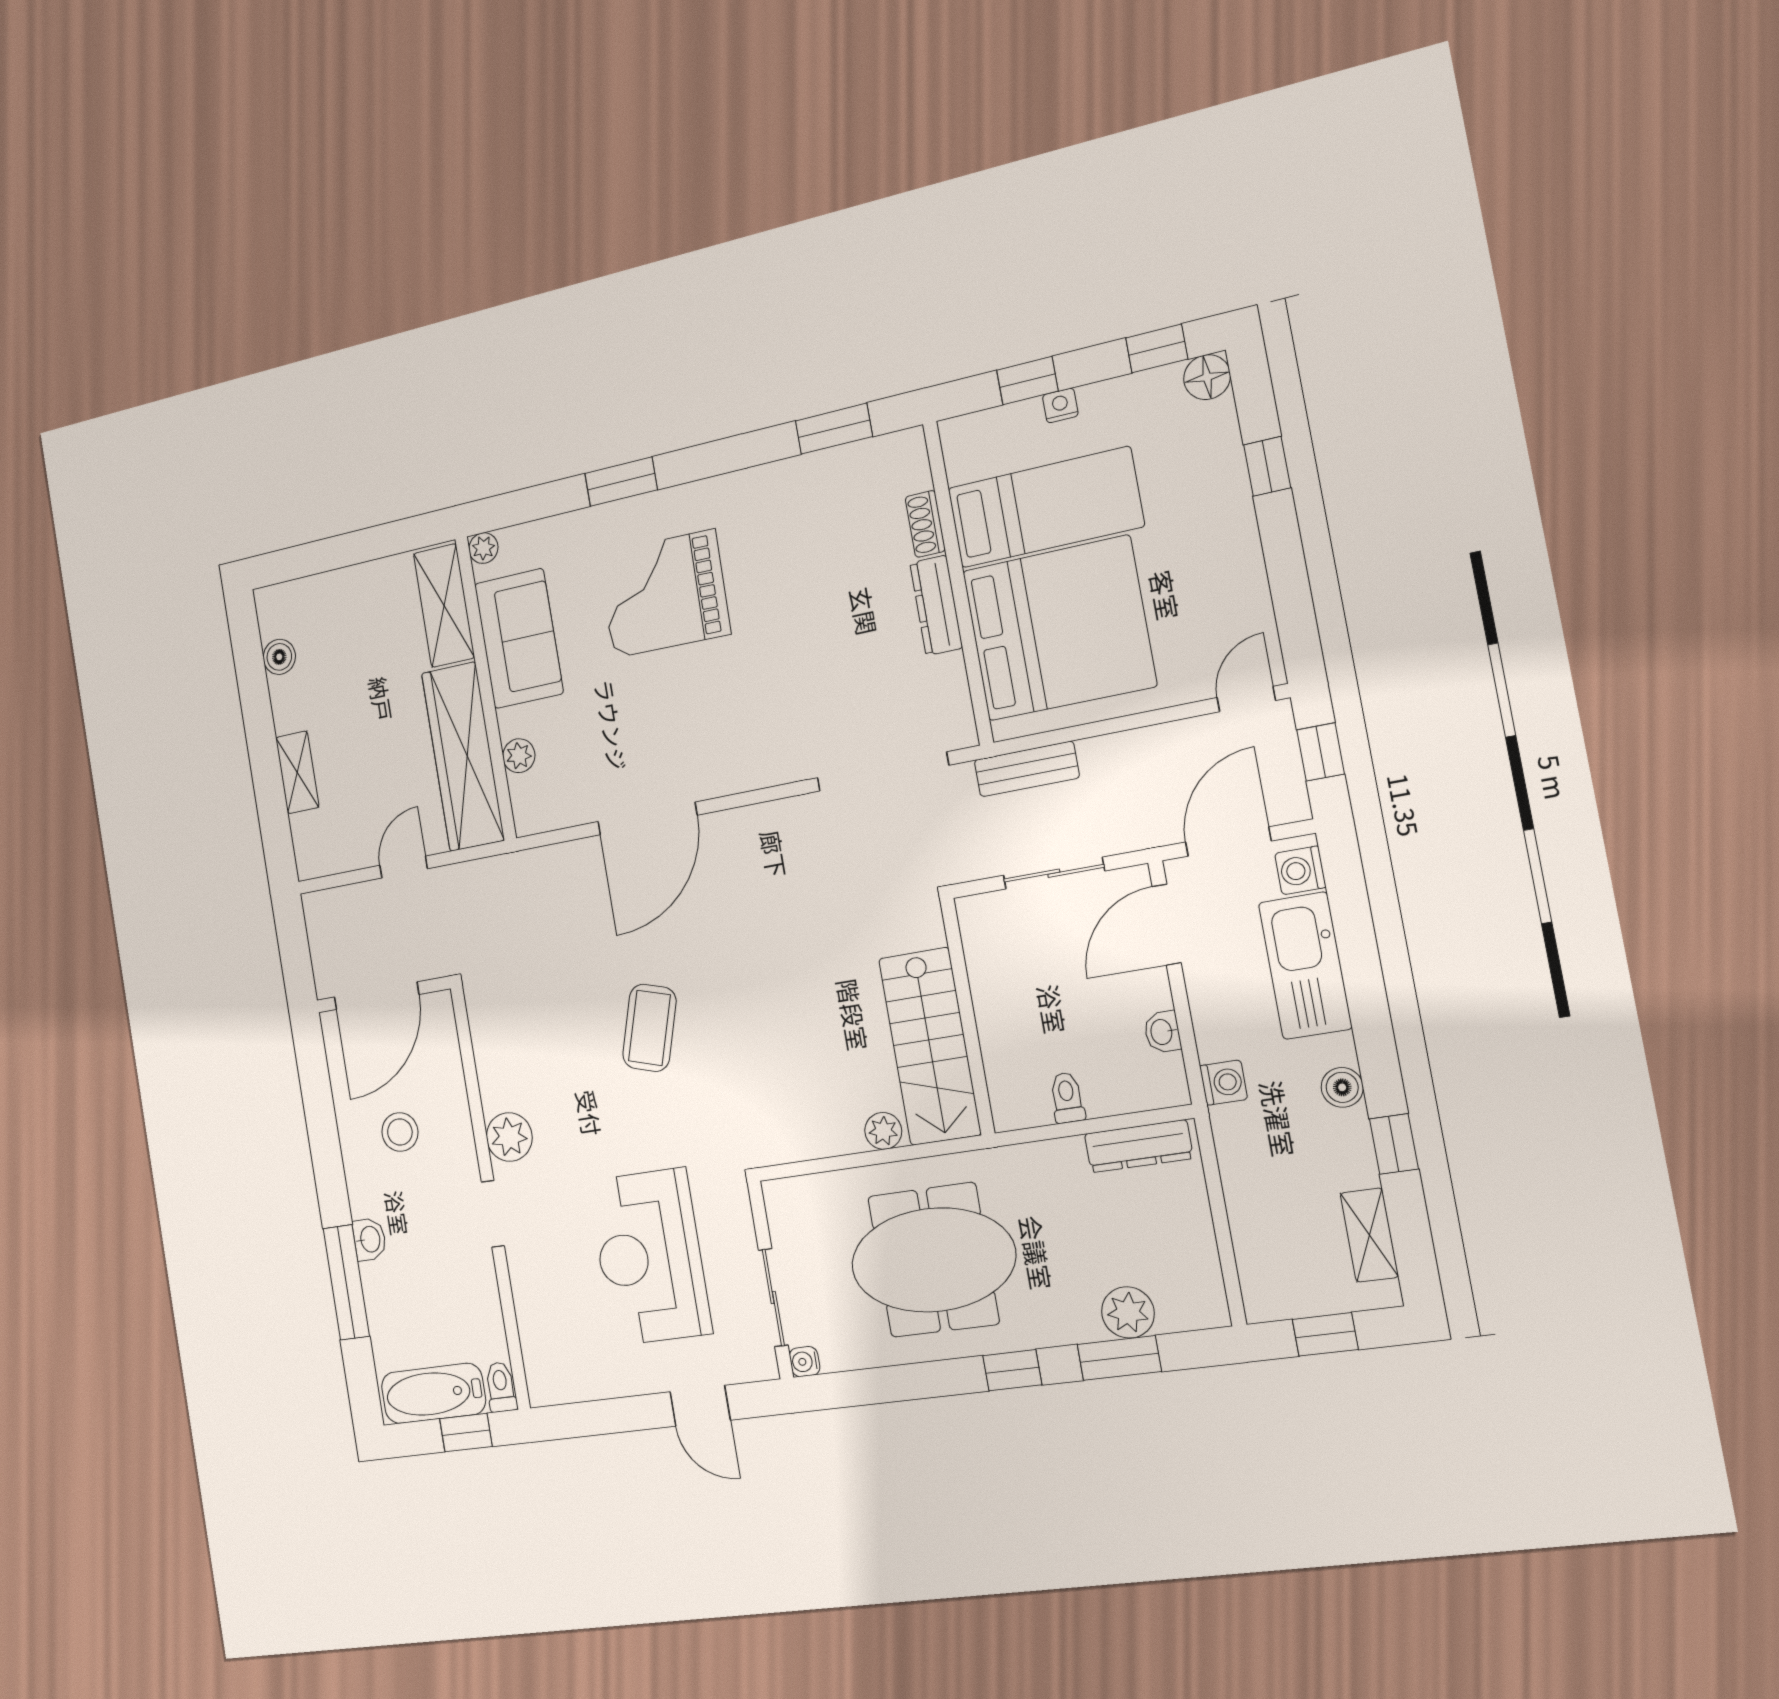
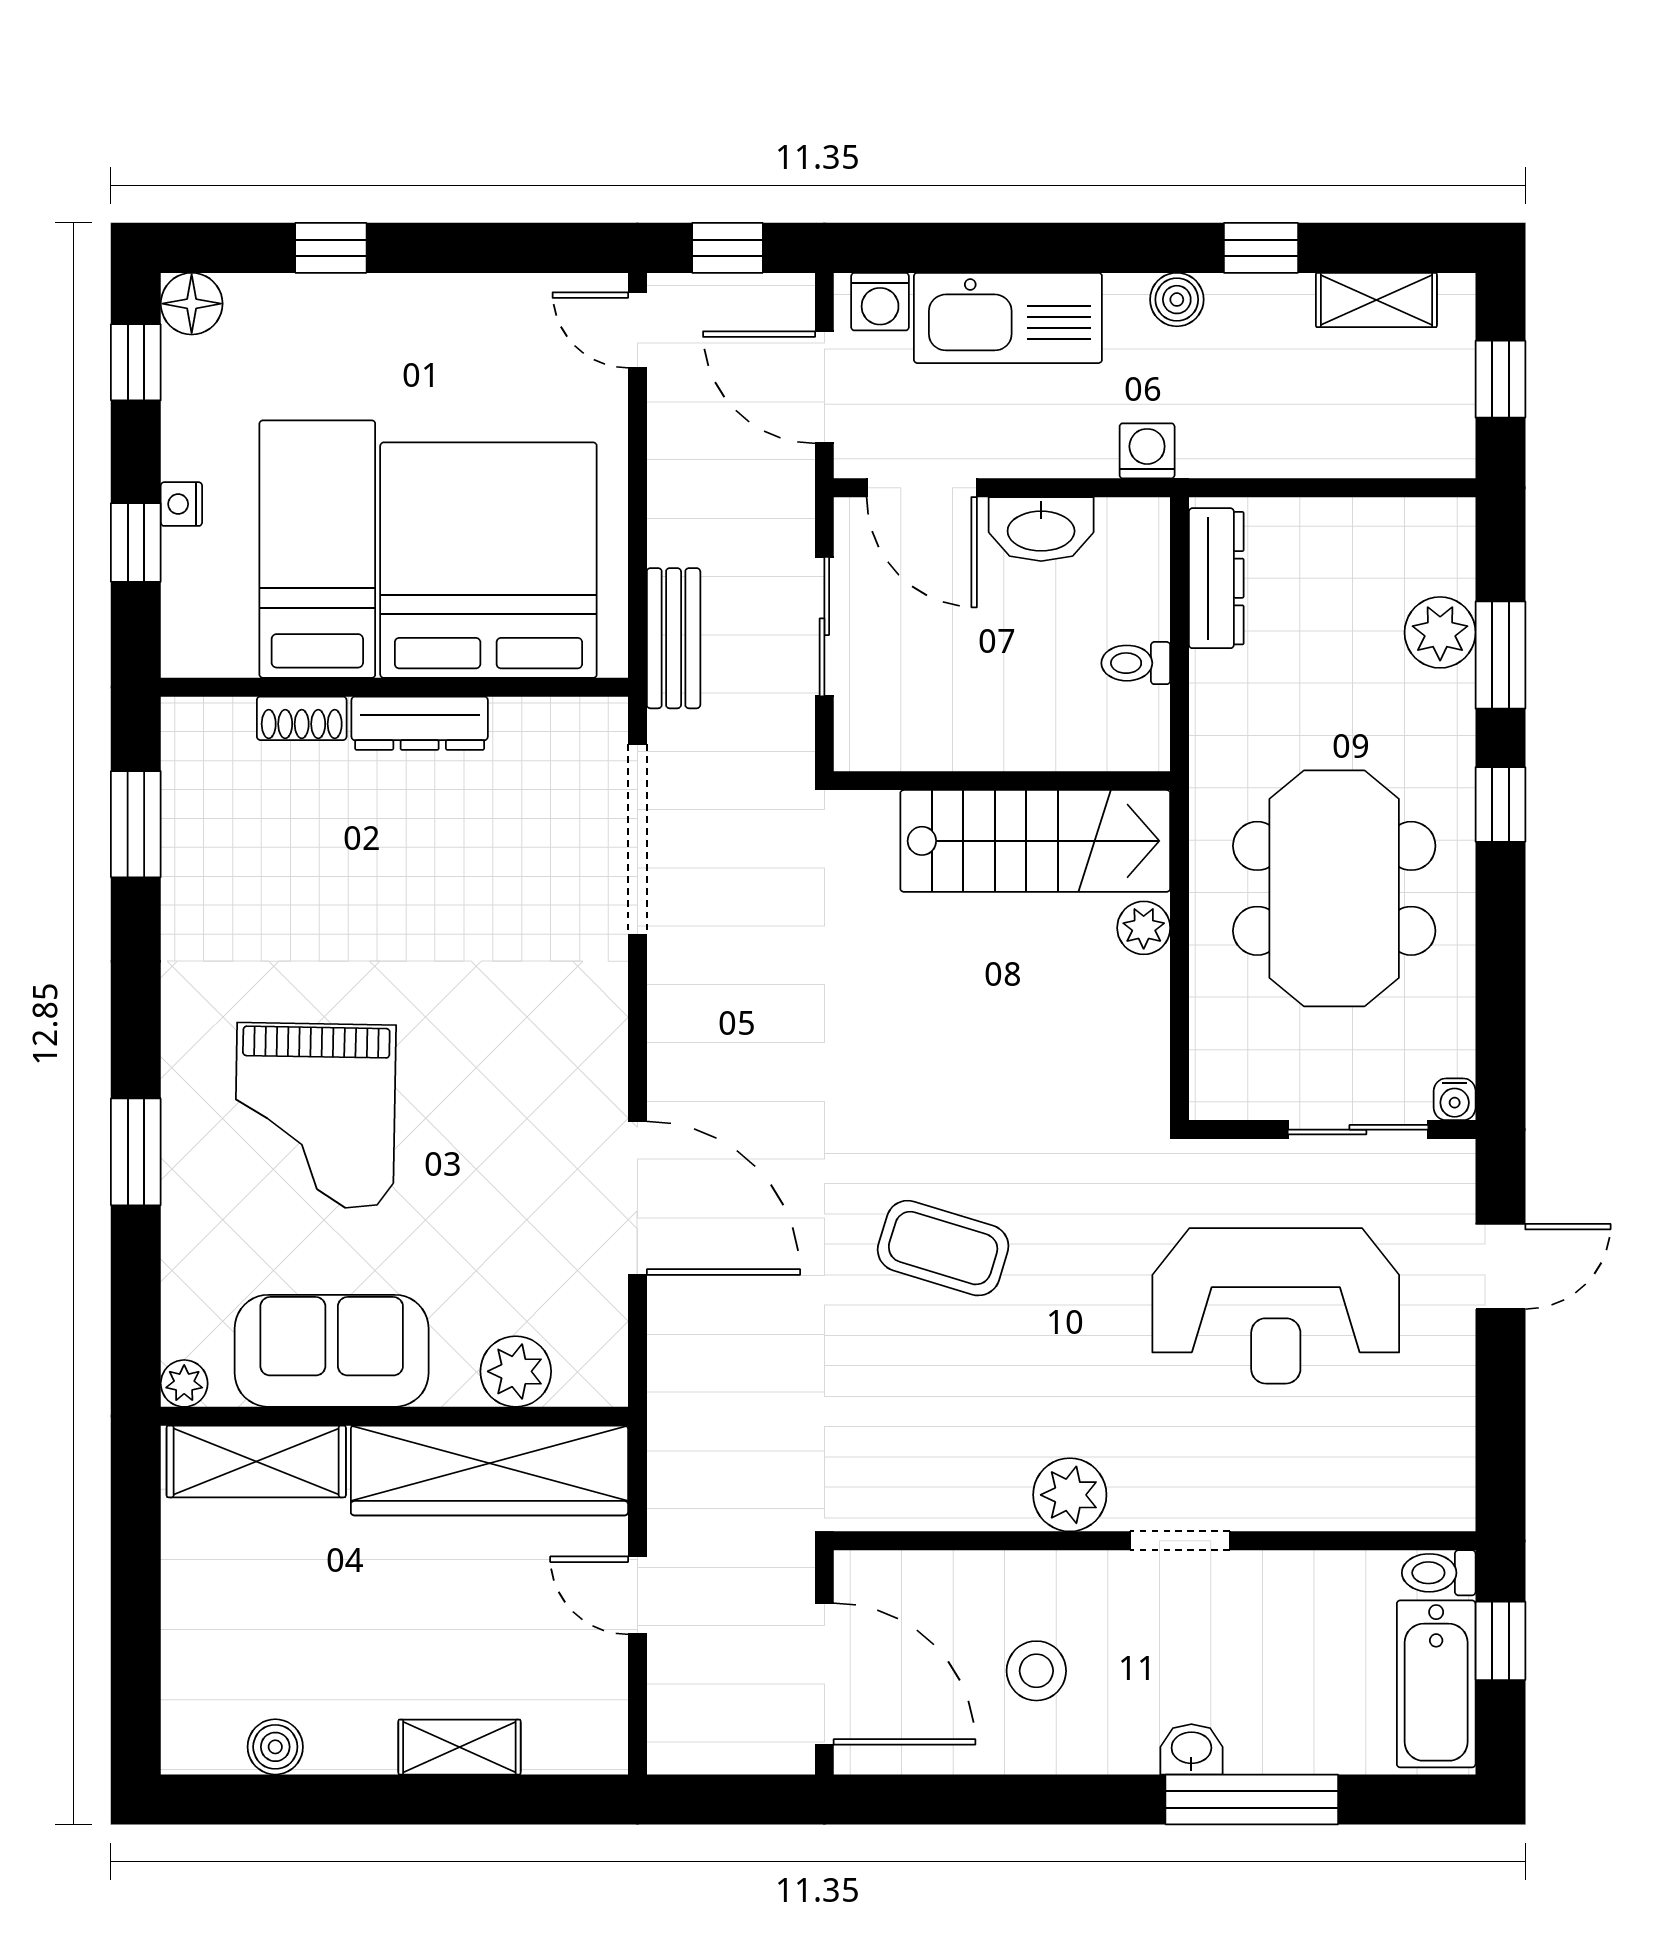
plant: (519, 756) -> (516, 1371), width x1.38, depth x1.38
washbasin: (1162, 1032) -> (1041, 529), width x1.91, depth x1.45

